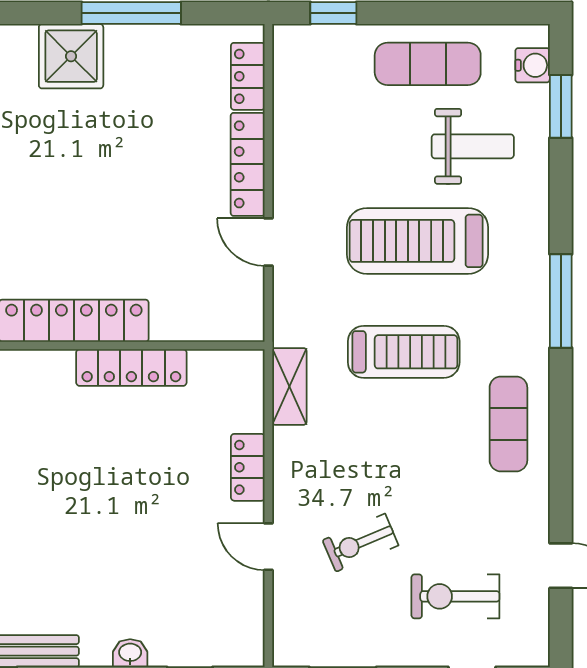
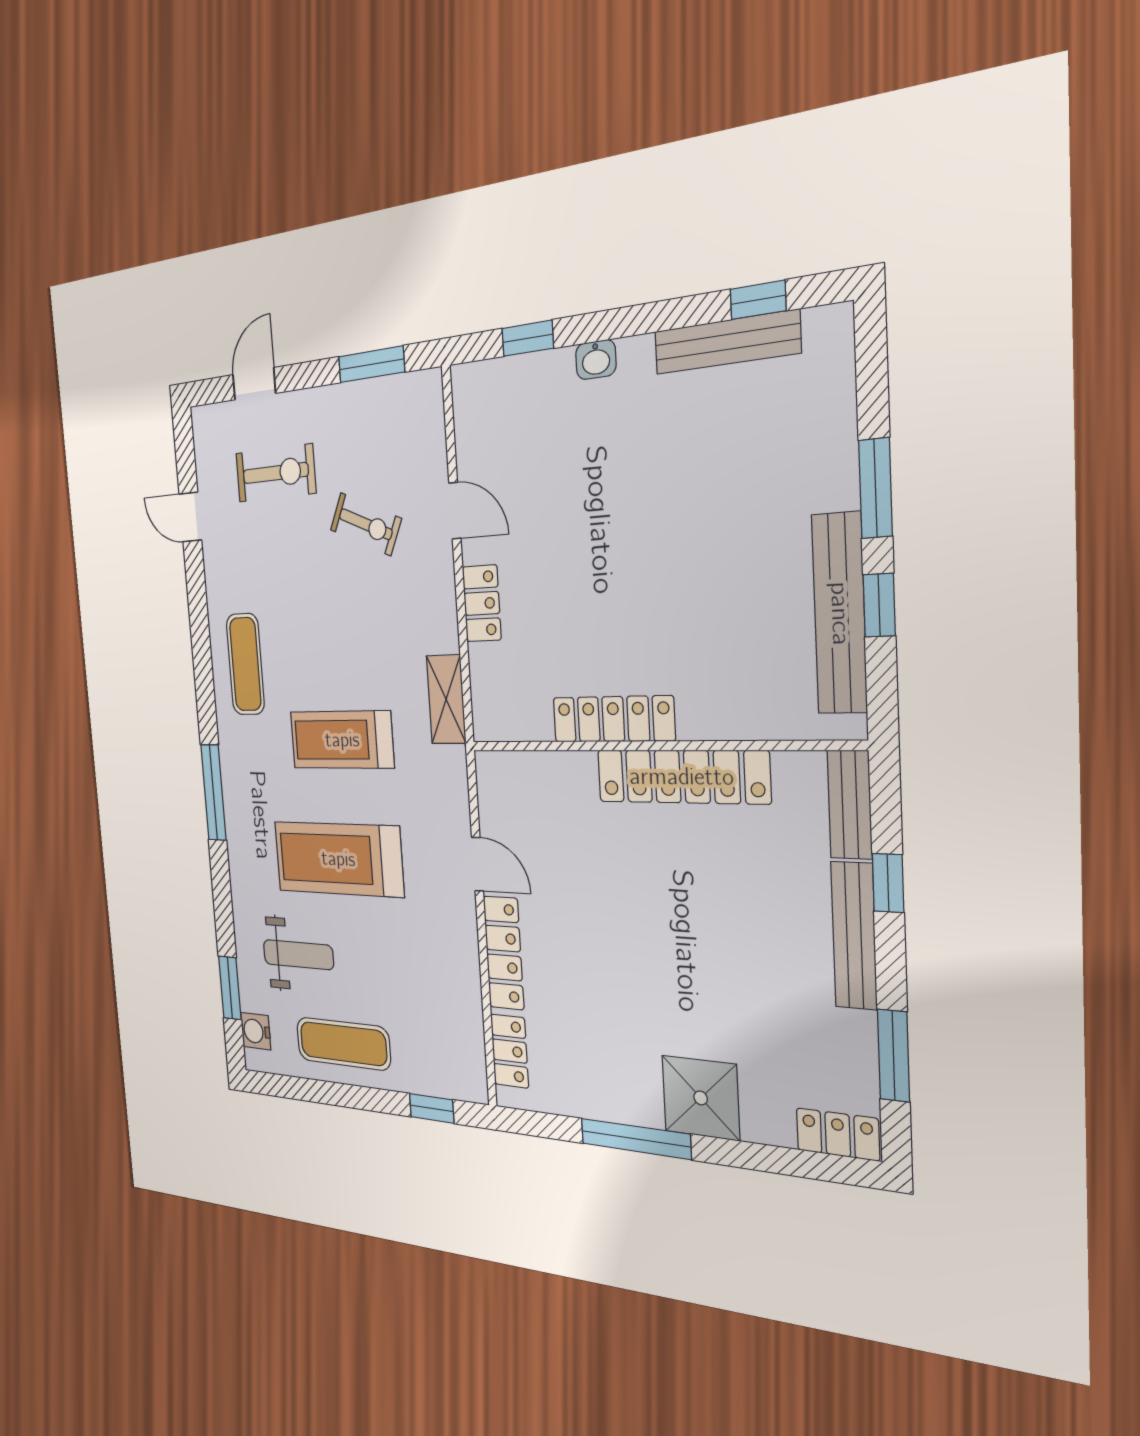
weight bench: (473, 146) -> (298, 955), turned 180
treadmill: (418, 241) -> (338, 859), turned 180
exercise bike: (360, 543) -> (366, 524), turned 47

